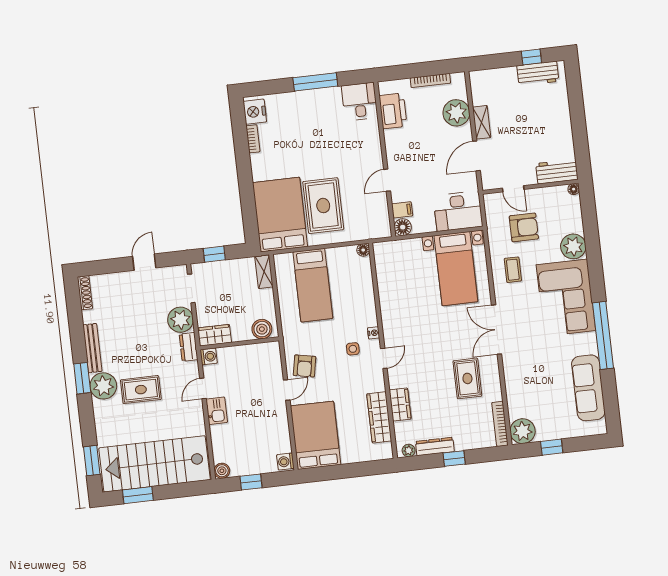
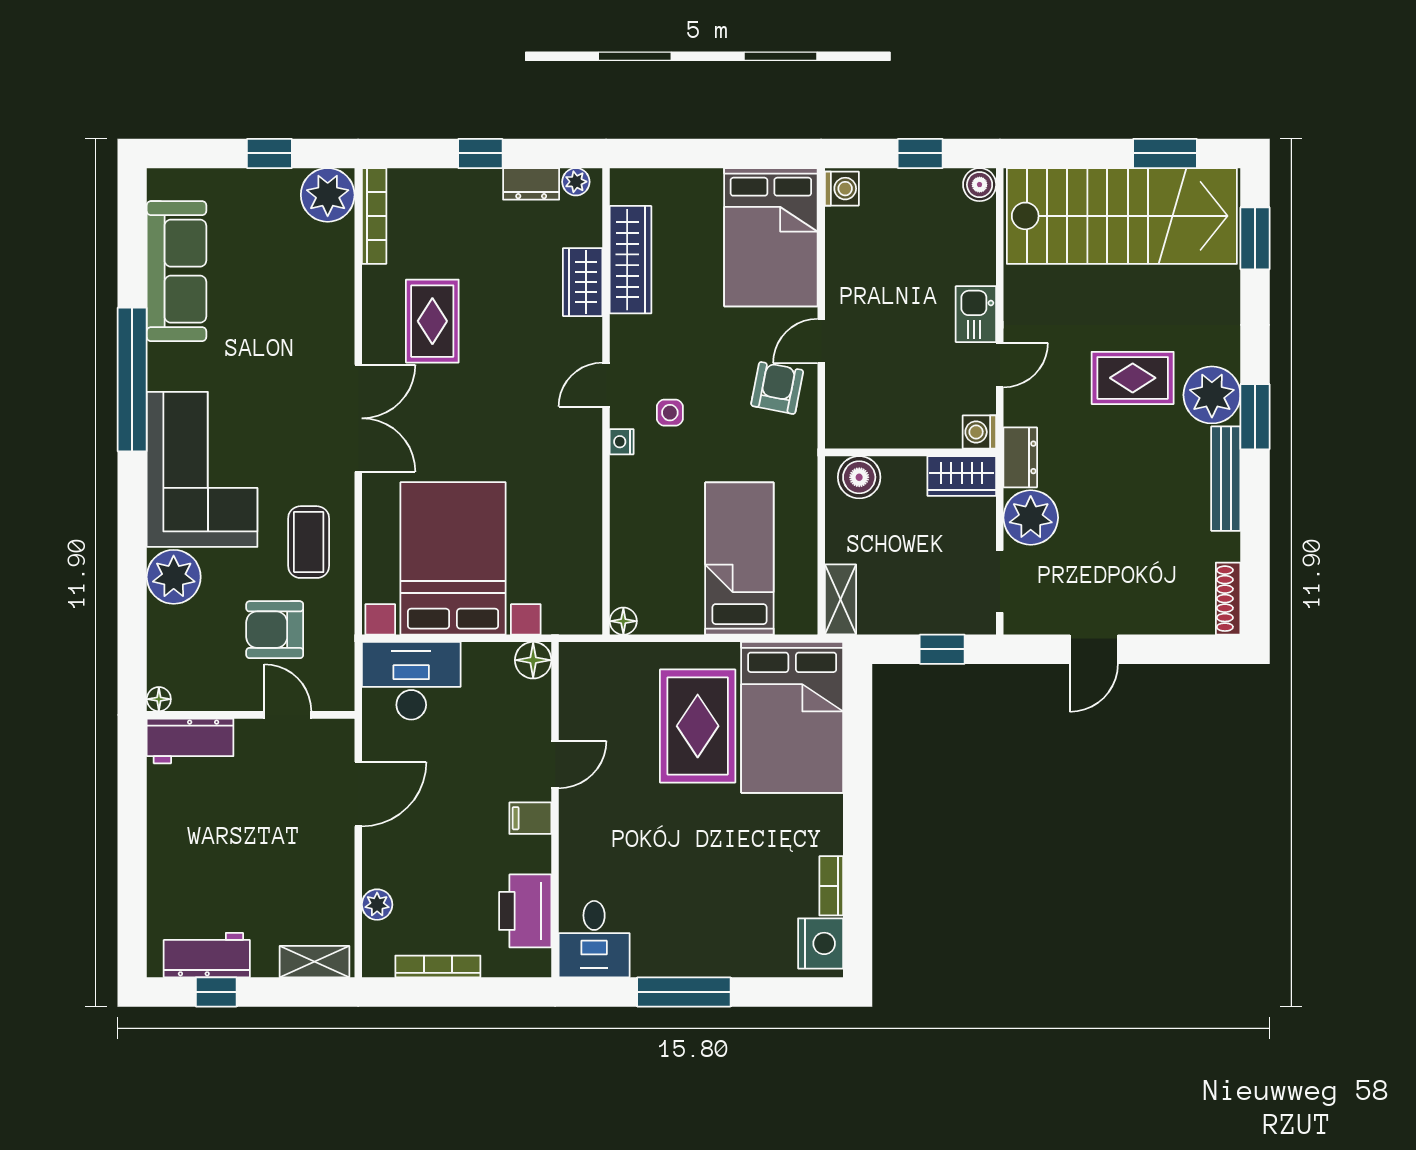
plant: (456, 113) -> (377, 905), width x0.53, depth x0.53
shelving: (482, 122) -> (314, 962), moved, turned 90
filing cabinet: (402, 210) -> (530, 818), moved
bed with nightstands: (456, 269) -> (453, 558), width x1.36
coffee table: (513, 270) -> (309, 542), width x1.36, depth x1.30
dresser: (435, 446) -> (531, 184), width x0.70

